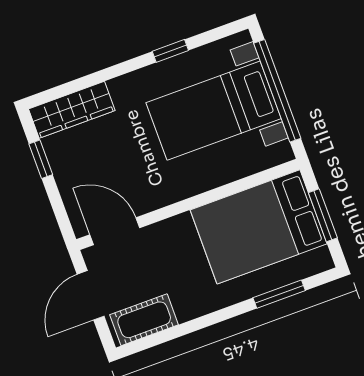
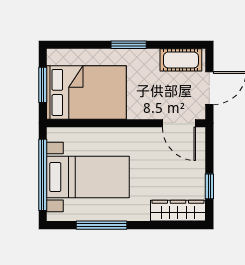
window: (170, 51) -> (102, 225), width x2.17
window: (279, 294) -> (129, 45), moved

